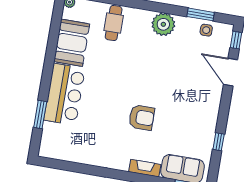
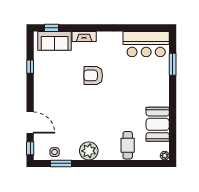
bar counter: (65, 94) -> (146, 44), moved, turned -90

